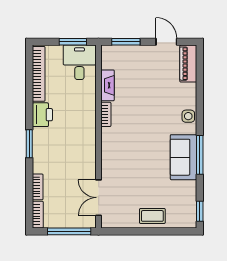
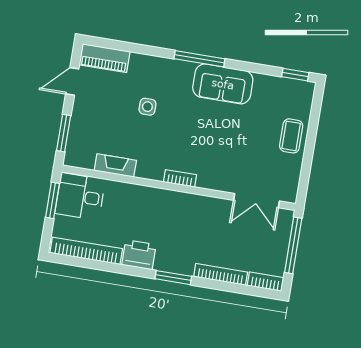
bookcase: (106, 114) -> (180, 178), moved
side table: (188, 116) -> (147, 107), moved
window: (200, 155) -> (199, 59), moved
bookcase: (38, 187) -> (221, 274), width x1.56

